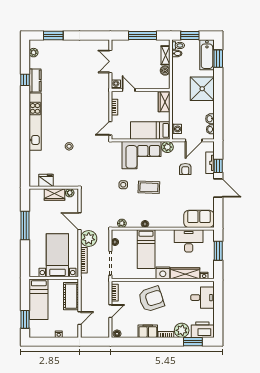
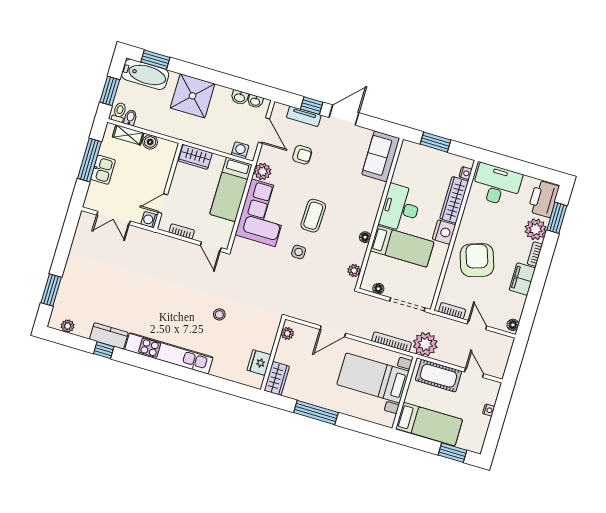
kitchen sink: (139, 46) -> (103, 170), added
wardrobe: (55, 194) -> (277, 378), moved
plant: (89, 238) -> (425, 344), moved
desk: (189, 241) -> (400, 208), moved
desk: (202, 298) -> (497, 185), width x1.37

